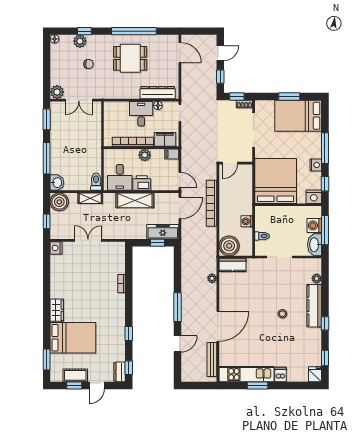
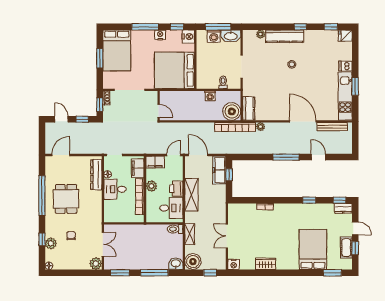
filing cabinet: (172, 154) -> (155, 162), width x2.00
bookcase: (212, 203) -> (235, 127), moved
wardrobe: (57, 310) -> (266, 264), moved

